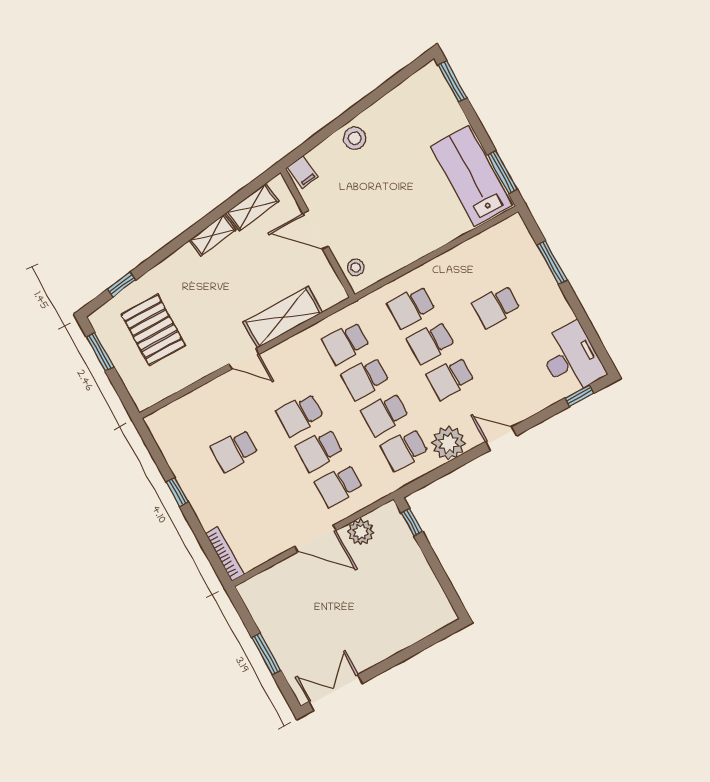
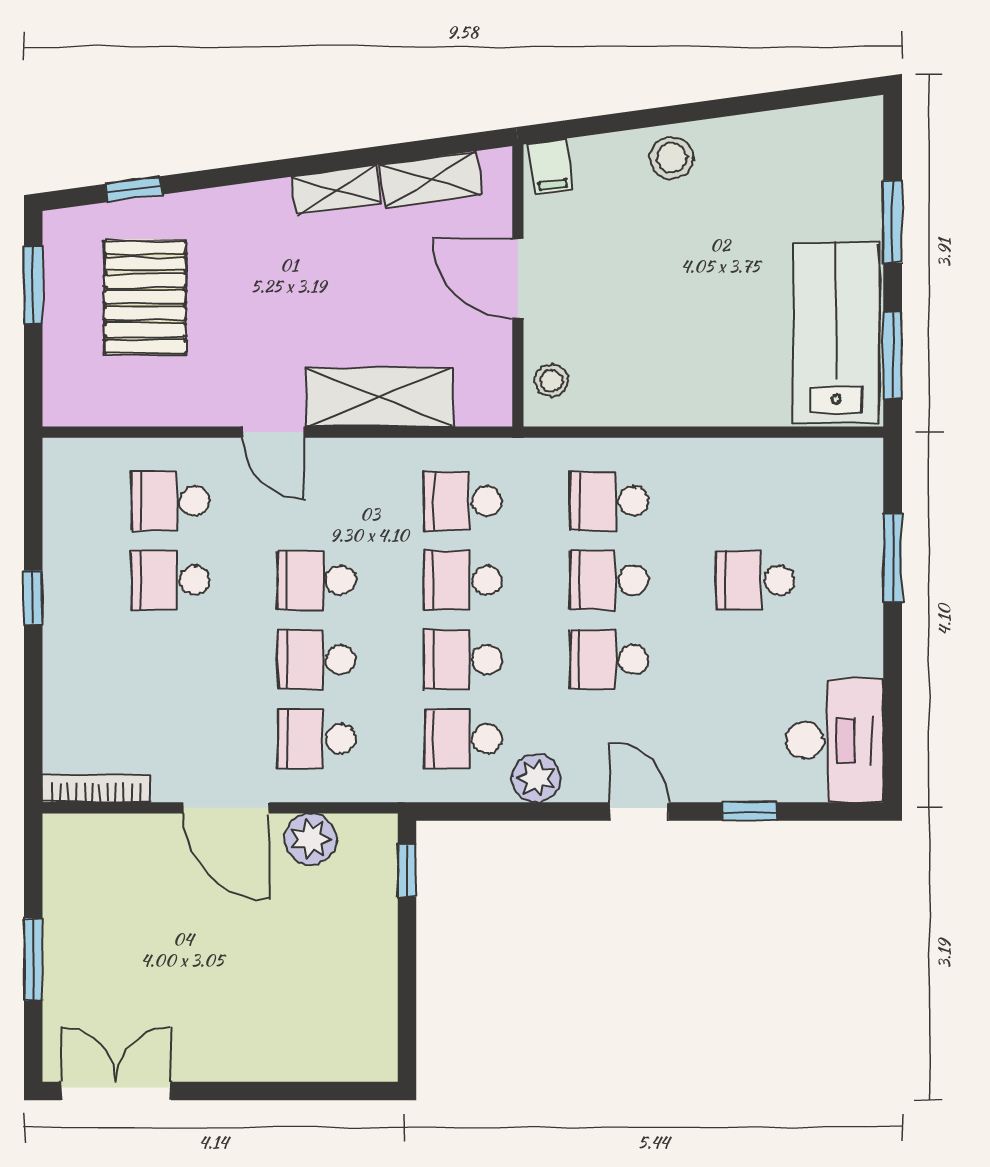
window: (452, 81) -> (893, 222), moved
window: (579, 396) -> (750, 811), moved
school desk: (215, 415) -> (170, 501), added
plant: (449, 443) -> (536, 778), width x0.73, depth x0.73
bookcase: (225, 554) -> (96, 788), moved, turned -90

